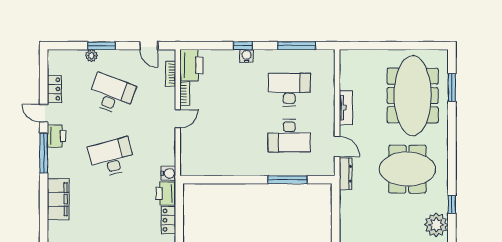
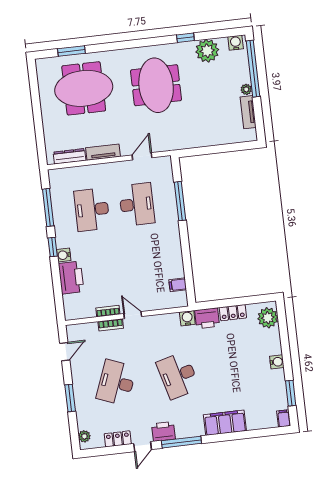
window: (243, 46) -> (53, 247), moved
plant: (91, 56) -> (84, 436), moved
printer: (191, 65) -> (71, 278), moved, turned 90
bookcase: (171, 74) -> (111, 325), moved
meeting table: (413, 96) -> (84, 88), width x0.73
filing cabinet: (203, 168) -> (178, 285), added
dresser: (346, 174) -> (70, 156), moved

